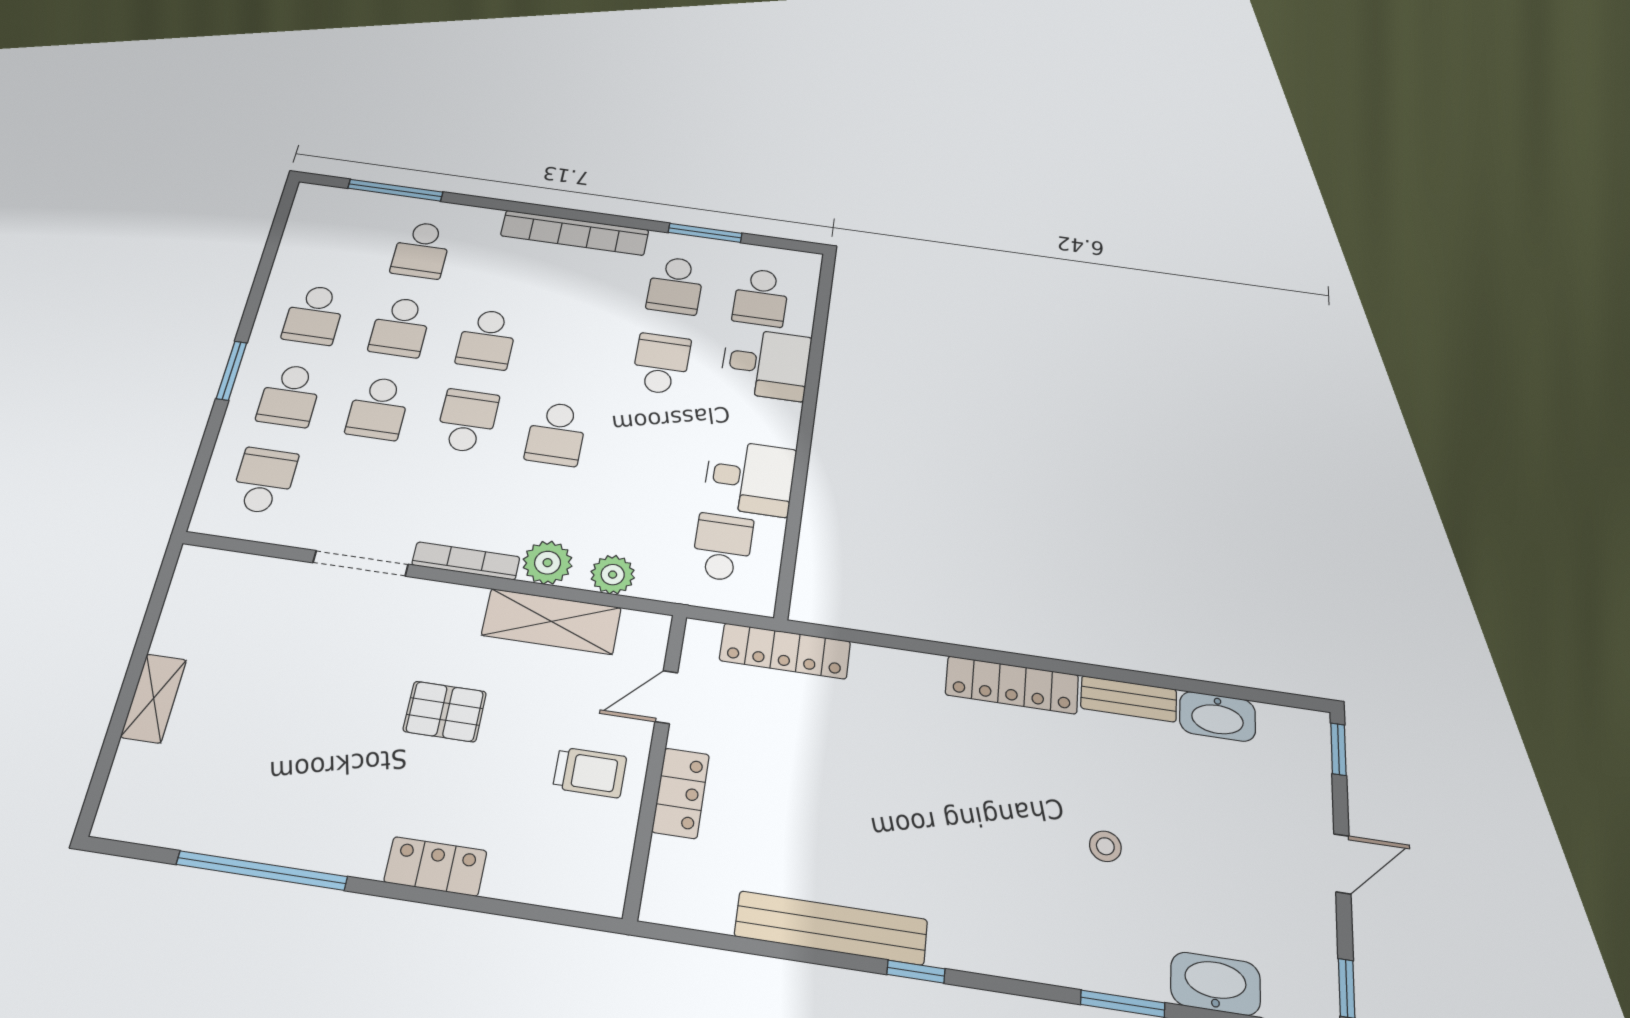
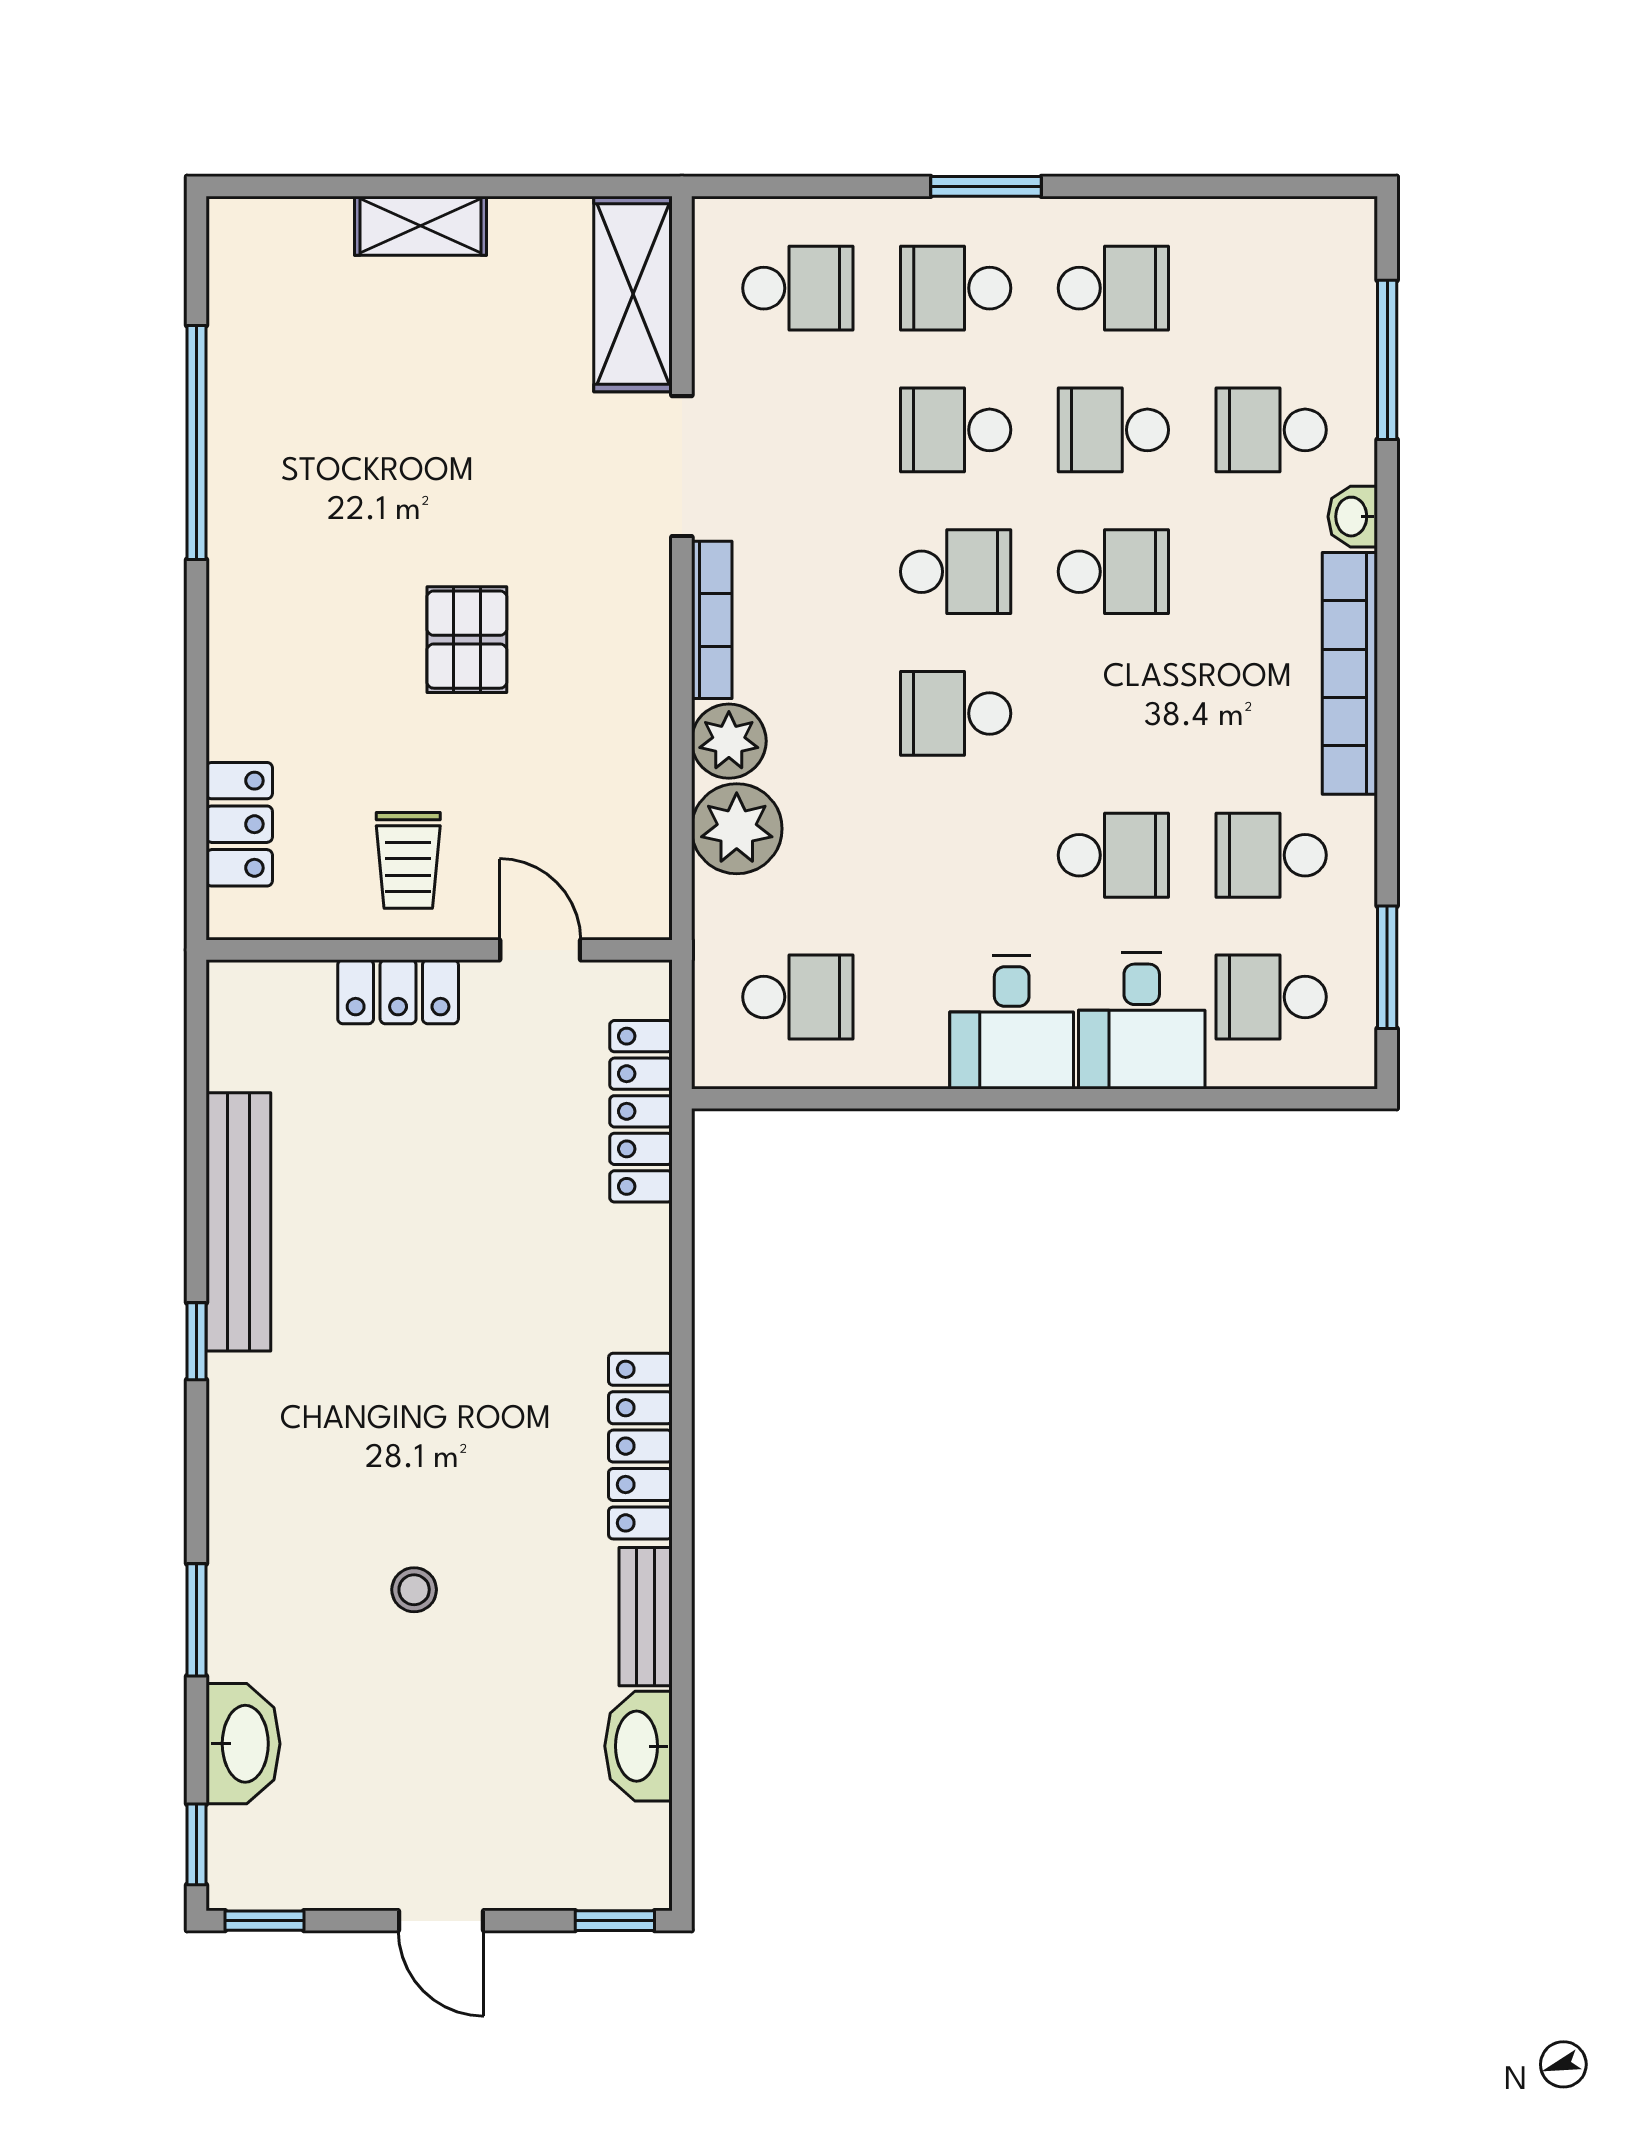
washbasin: (483, 219) -> (1353, 517), added
window: (705, 233) -> (1387, 967), moved
school desk: (314, 315) -> (1113, 288), turned 180
school desk: (487, 339) -> (1113, 572), turned 180
desk: (750, 478) -> (1012, 1022), moved
plant: (613, 575) -> (737, 829), width x1.36, depth x1.36
shelving: (551, 621) -> (633, 294), moved
locker: (436, 866) -> (239, 824), moved

